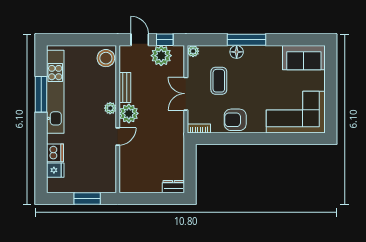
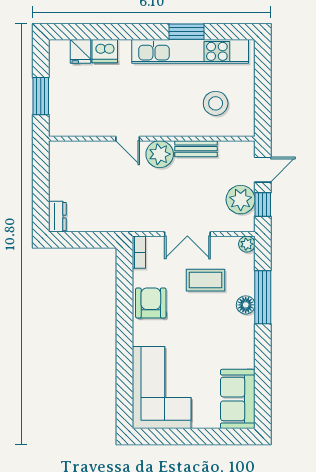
window: (246, 40) -> (263, 297), moved
stool: (106, 58) -> (216, 103), moved
window: (41, 94) -> (186, 32), width x0.69
double door: (186, 94) -> (187, 234), swing flipped
plant: (110, 108) -> (167, 128), removed

